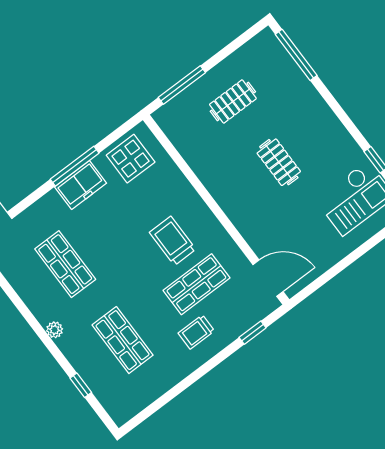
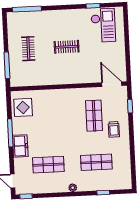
freezer: (81, 185) -> (20, 146), moved
trolley: (173, 241) -> (69, 113), removed
door: (268, 278) -> (112, 84), hinge flipped

